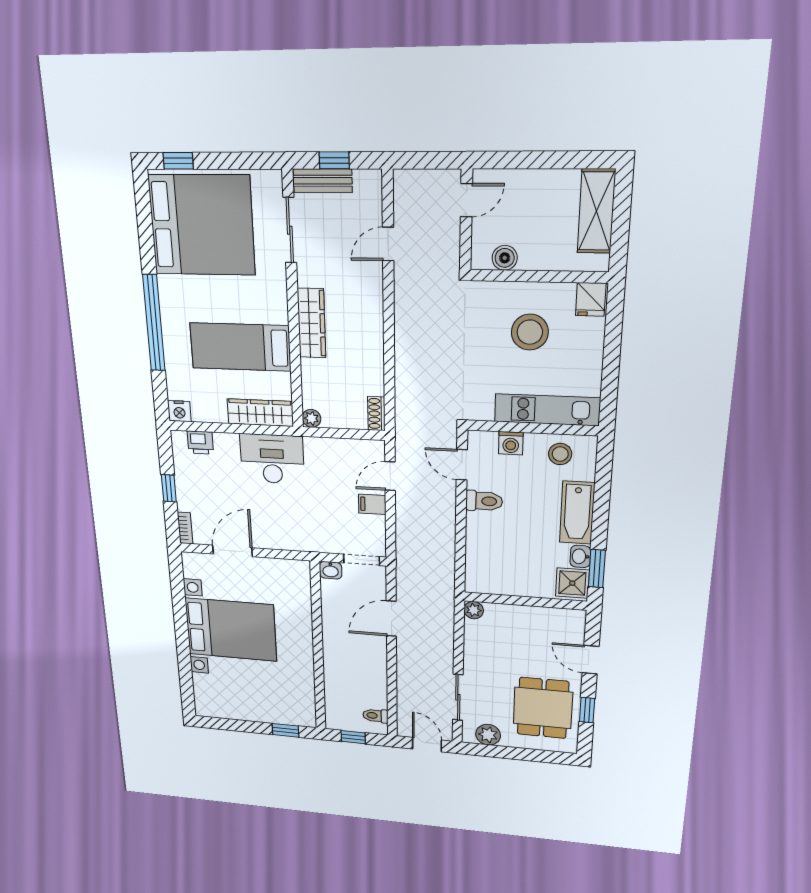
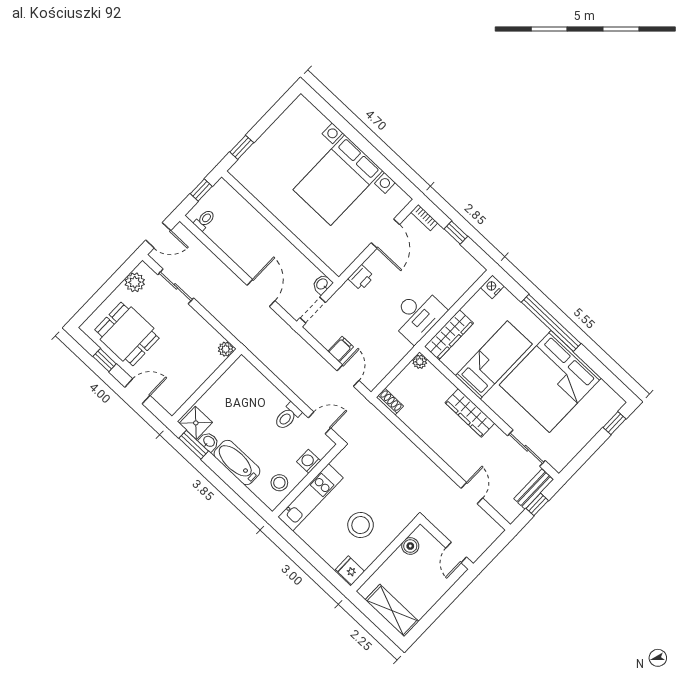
bed: (202, 225) -> (550, 382), moved
printer: (200, 443) -> (361, 278), moved, turned 180

